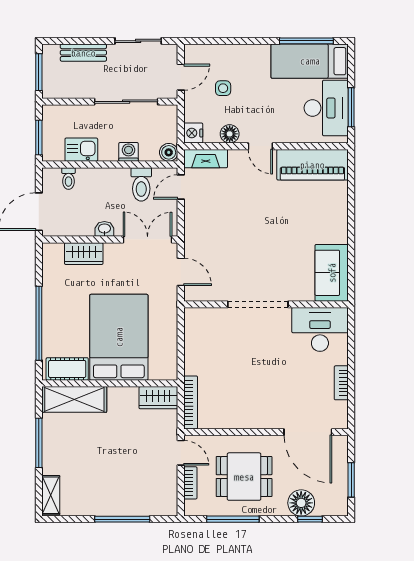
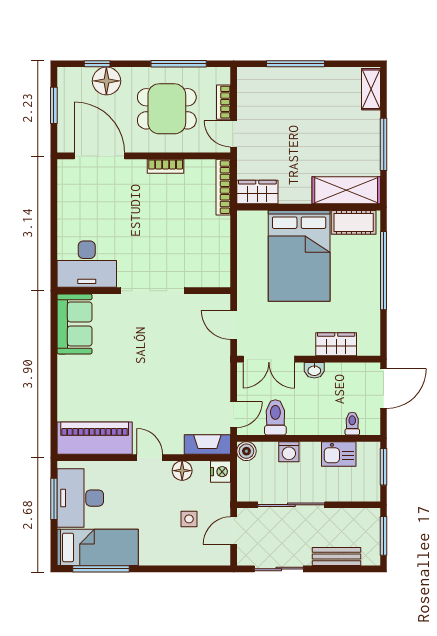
bookcase: (341, 383) -> (166, 166), moved, turned 90

